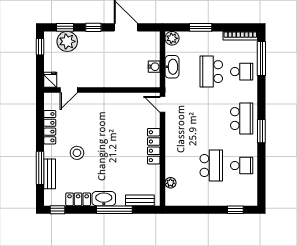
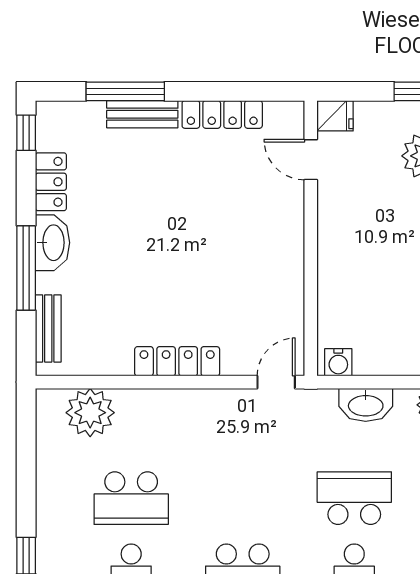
water cooler: (154, 67) -> (338, 362), moved
stool: (77, 153) -> (161, 179), removed
bench: (50, 174) -> (142, 114), moved
plant: (170, 183) -> (90, 413), width x1.88, depth x1.88

